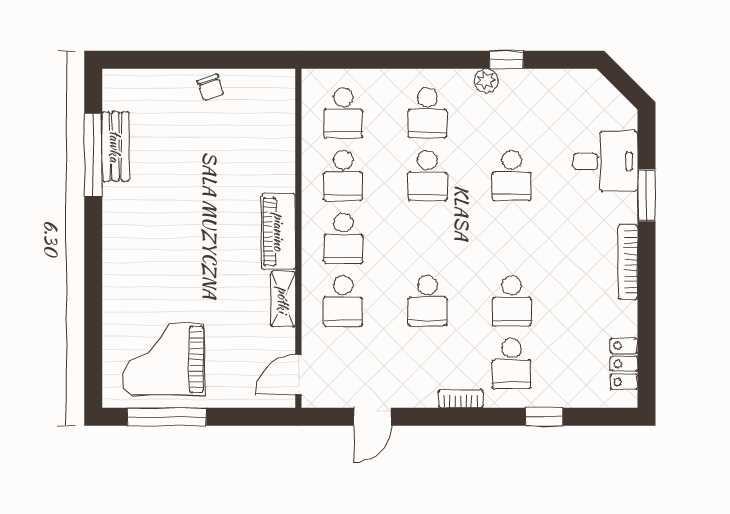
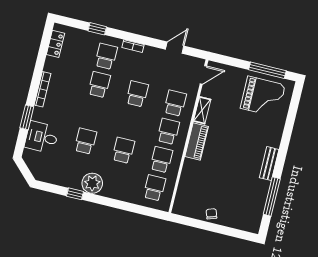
plant: (486, 80) -> (92, 183), width x1.88, depth x1.88
school desk: (427, 113) -> (117, 179), removed
bench: (115, 146) -> (269, 164), moved

